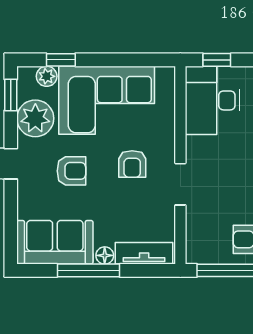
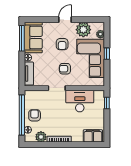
window: (61, 60) -> (107, 54), moved
window: (11, 95) -> (93, 20), removed
desk: (212, 100) -> (80, 101), moved
window: (88, 270) -> (22, 38), moved

